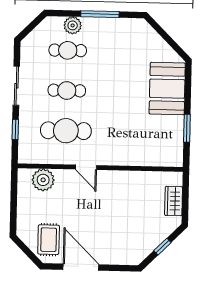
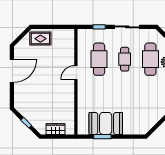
cafe table: (68, 50) -> (150, 59), width x1.37, depth x1.35
booth: (167, 89) -> (106, 123), moved
plant: (43, 180) -> (67, 45), removed
rug: (49, 240) -> (40, 39), moved

